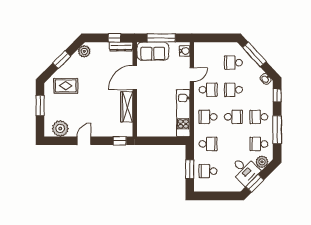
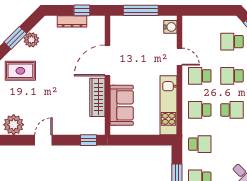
dresser: (121, 47) -> (72, 21), moved
plant: (84, 51) -> (31, 40), moved
sofa: (153, 51) -> (122, 105), moved, turned -90
door: (192, 75) -> (179, 57), hinge flipped
school desk: (208, 90) -> (200, 76), turned 180

